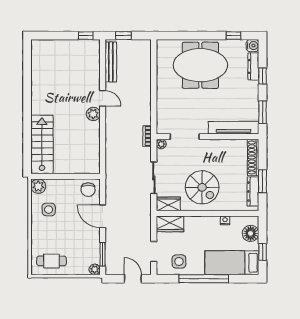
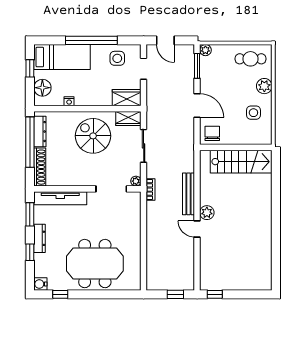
bench: (111, 62) -> (188, 194), moved
dresser: (253, 66) -> (40, 238), moved
stairs: (42, 144) -> (241, 162), moved, turned -90
window: (263, 181) -> (30, 142), width x2.11
plant: (38, 186) -> (264, 86), moved

